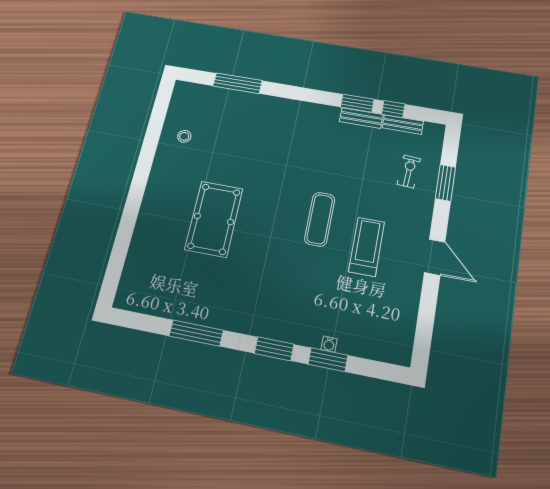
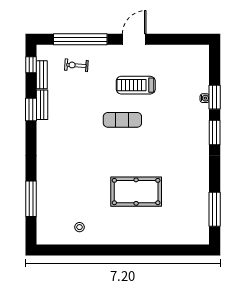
window: (393, 109) -> (31, 65), moved
window: (445, 183) -> (80, 39), width x2.11
window: (196, 333) -> (215, 209), moved

